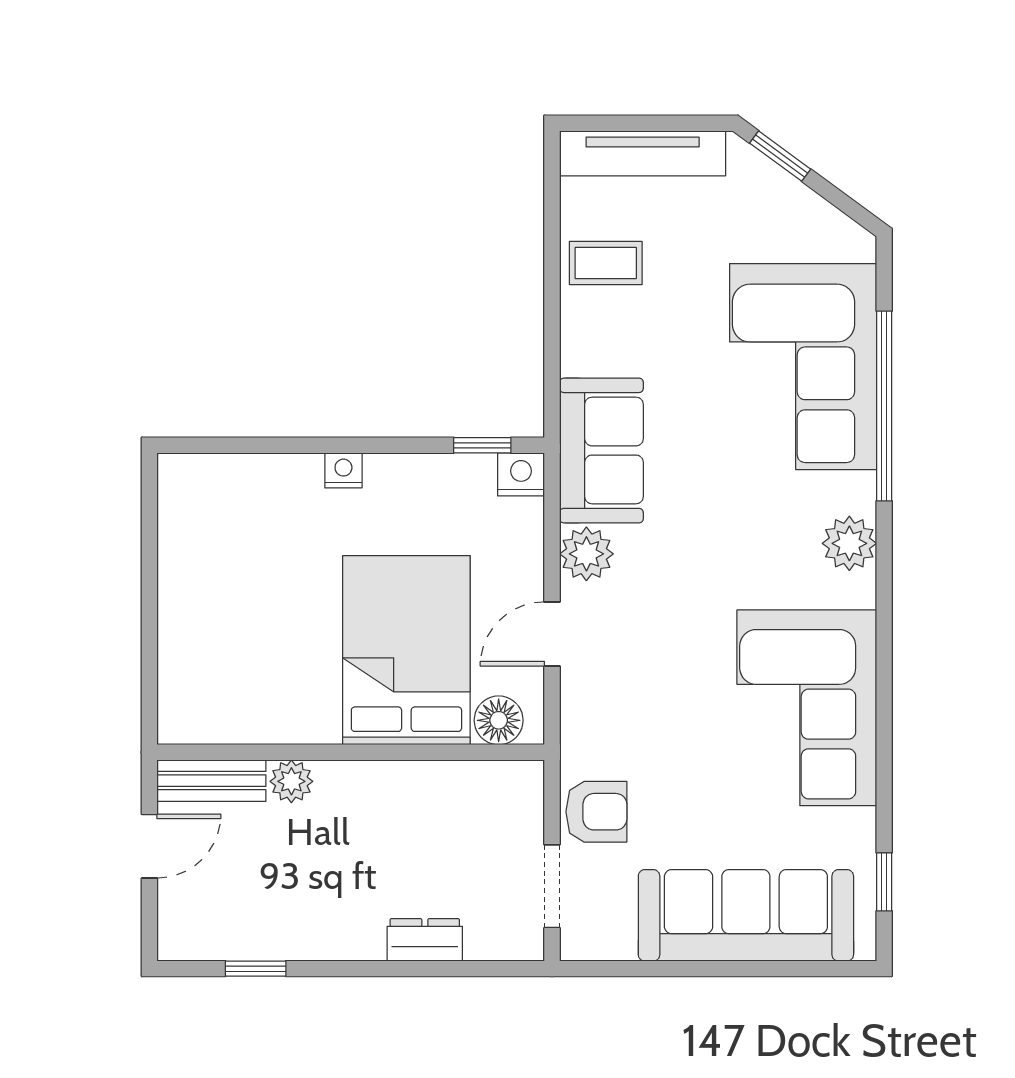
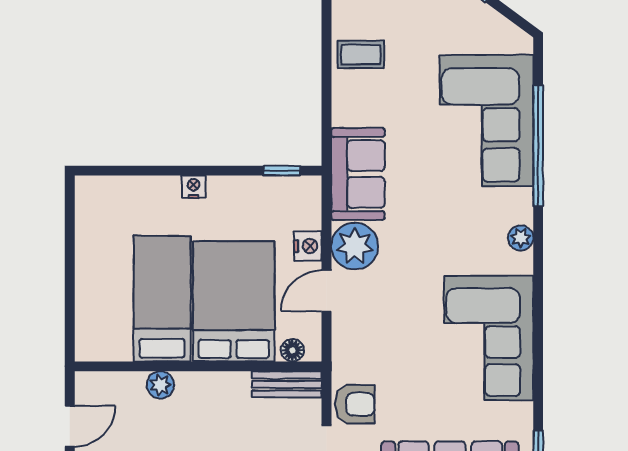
nightstand: (521, 474) -> (308, 246), moved, turned 90
plant: (849, 543) -> (521, 238), width x0.73, depth x0.73
plant: (586, 554) -> (355, 246), width x1.36, depth x1.36
bed: (294, 646) -> (162, 299), added
floor lamp: (499, 720) -> (292, 350), width x0.73, depth x0.73
bench: (211, 781) -> (287, 384), moved

